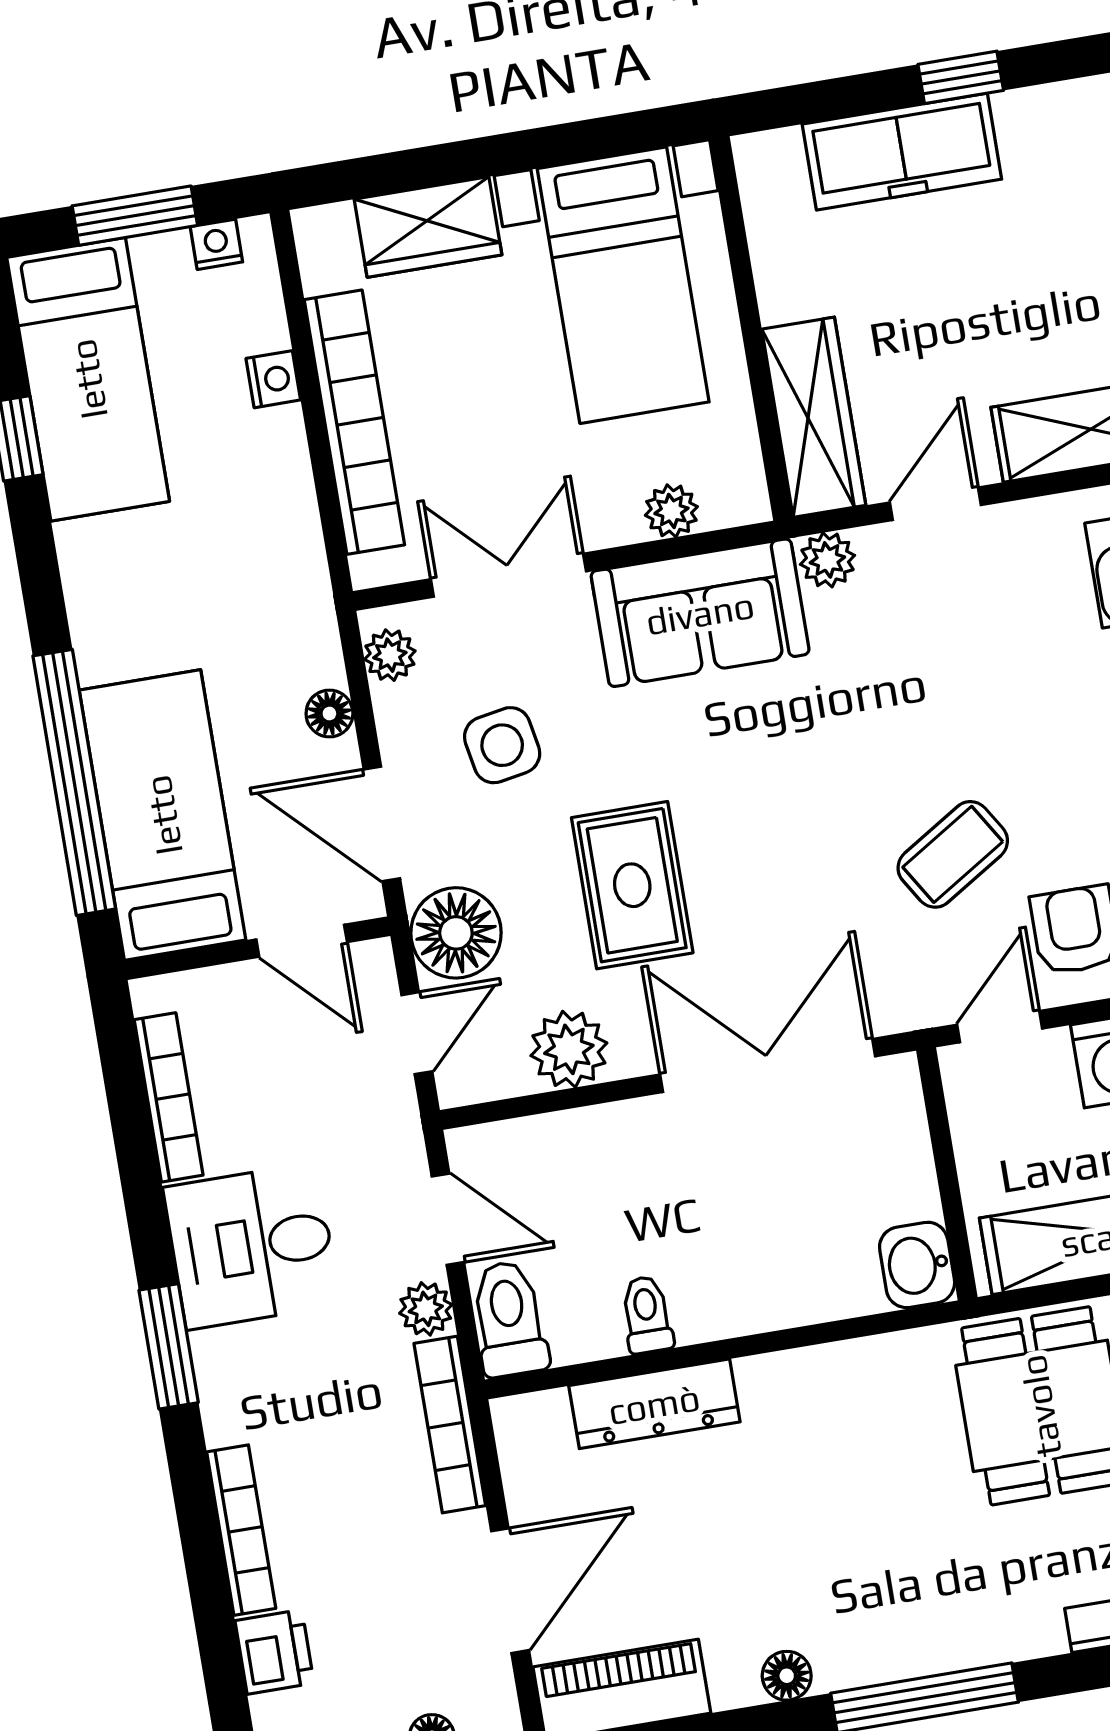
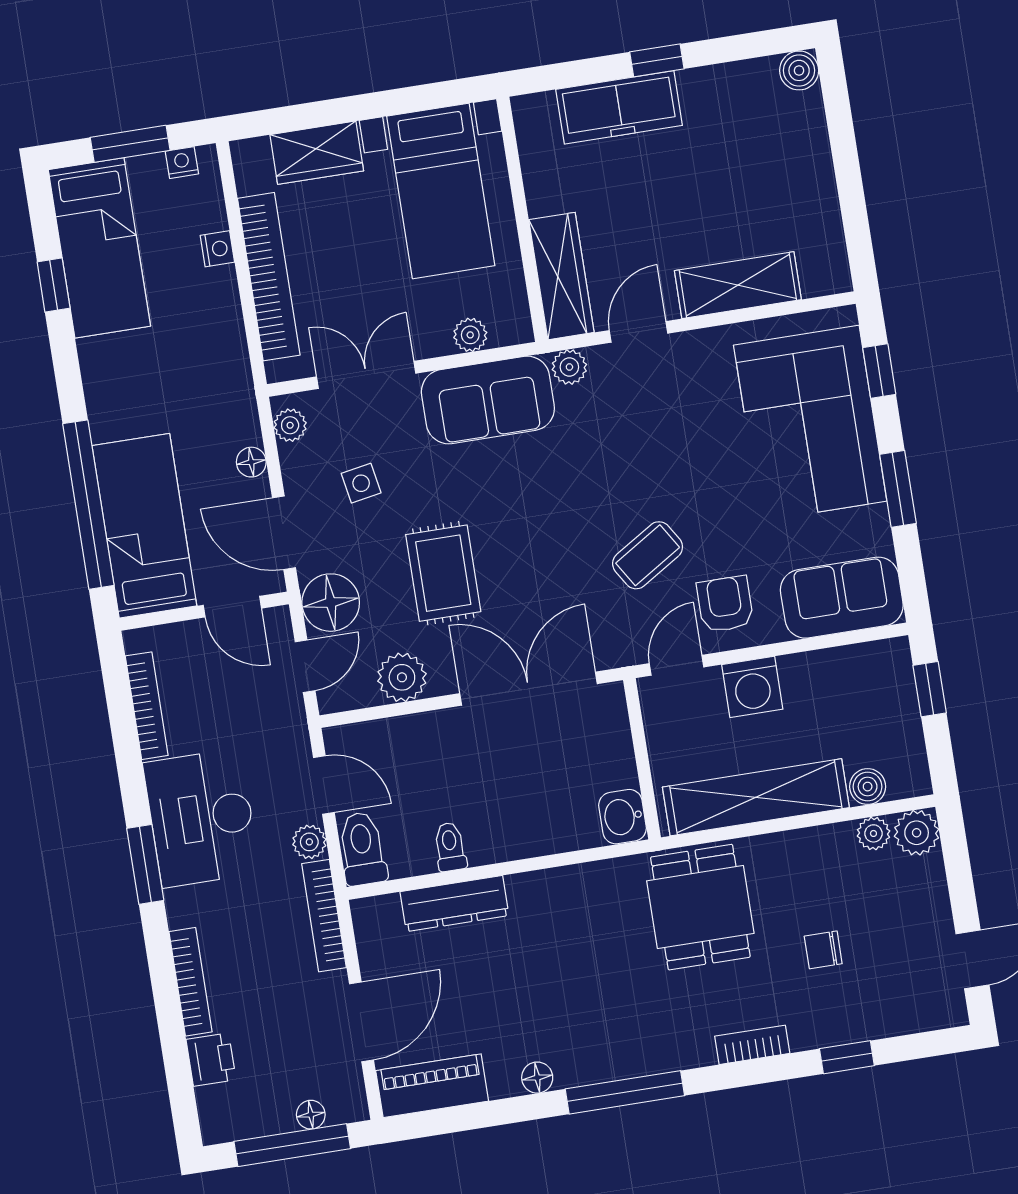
side table: (502, 745) -> (361, 483), width x0.73, depth x0.73
desk: (252, 1246) -> (201, 818), width x1.37

